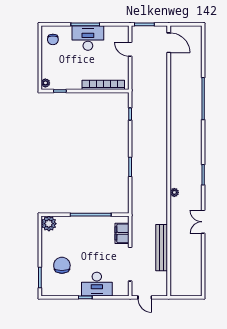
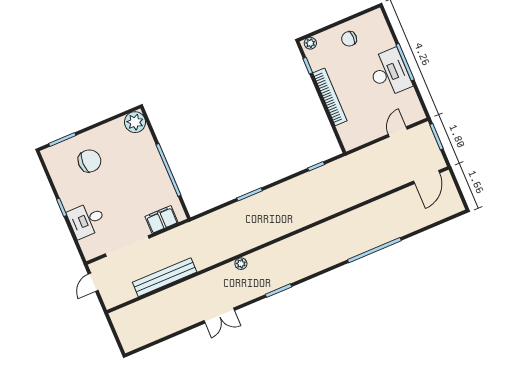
chair: (53, 39) -> (349, 39), moved
bookcase: (103, 85) -> (330, 97), moved
double door: (203, 222) -> (219, 316), swing flipped
desk: (97, 284) -> (87, 220), width x0.73

